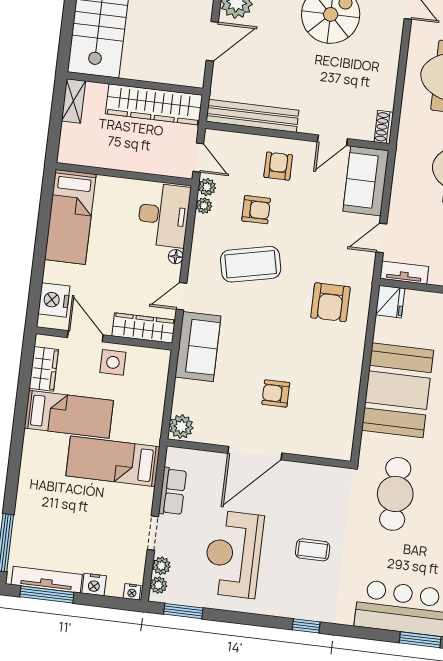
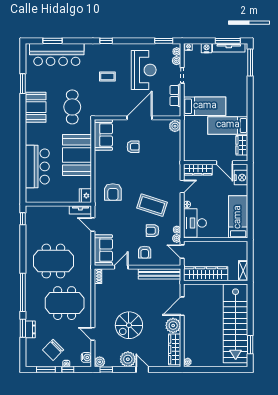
door: (381, 238) -> (93, 225), swing flipped
coffee table: (251, 264) -> (152, 205), turned 30
armchair: (330, 302) -> (113, 192), turned 180
sofa: (198, 347) -> (103, 135), moved, turned 180
side table: (113, 362) -> (210, 152), removed

